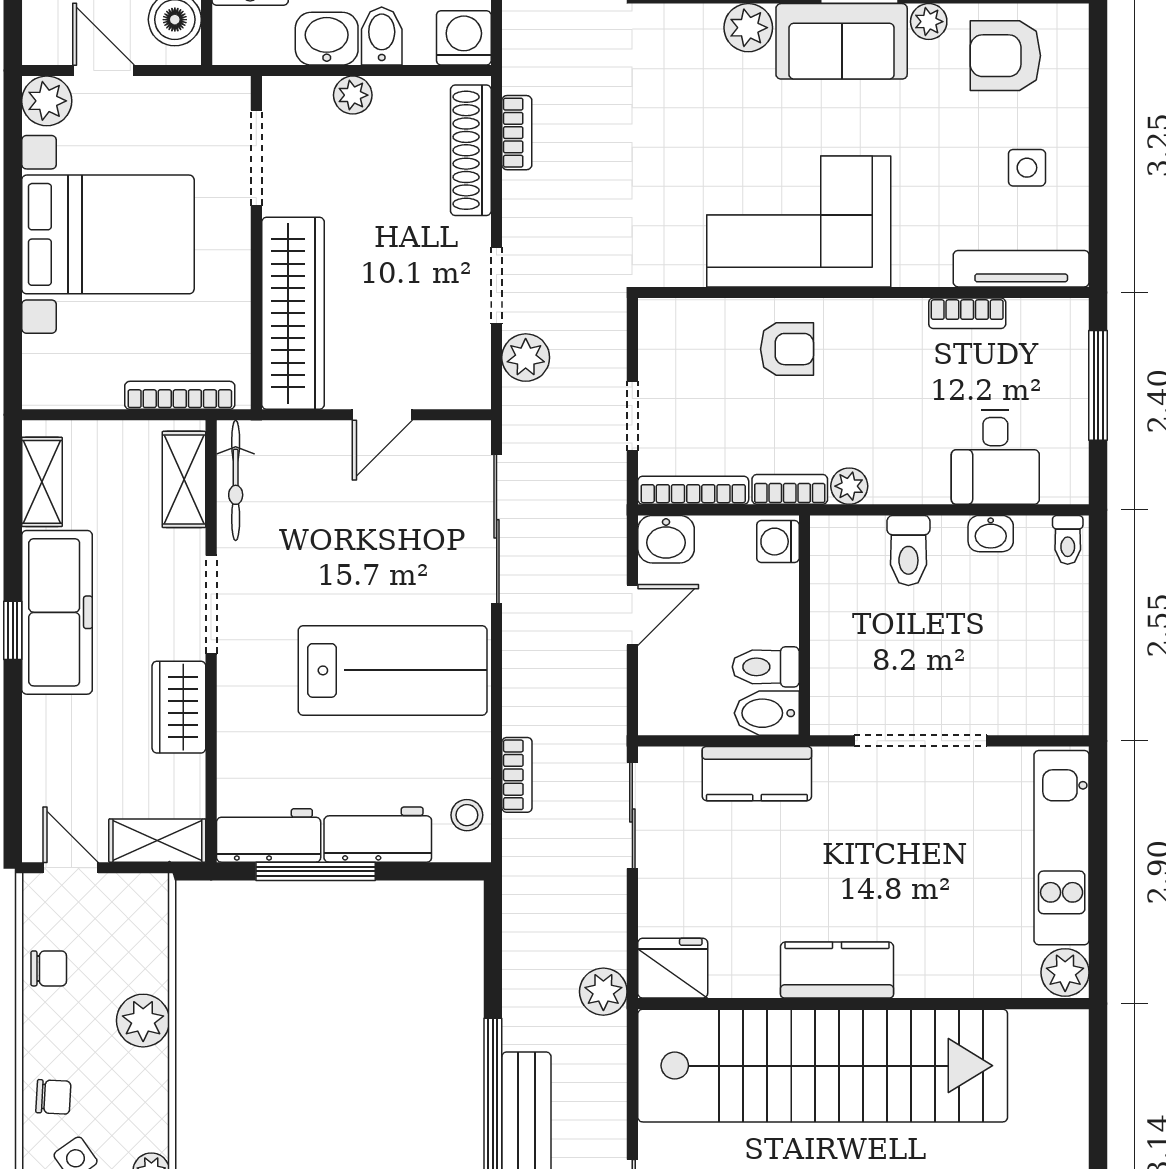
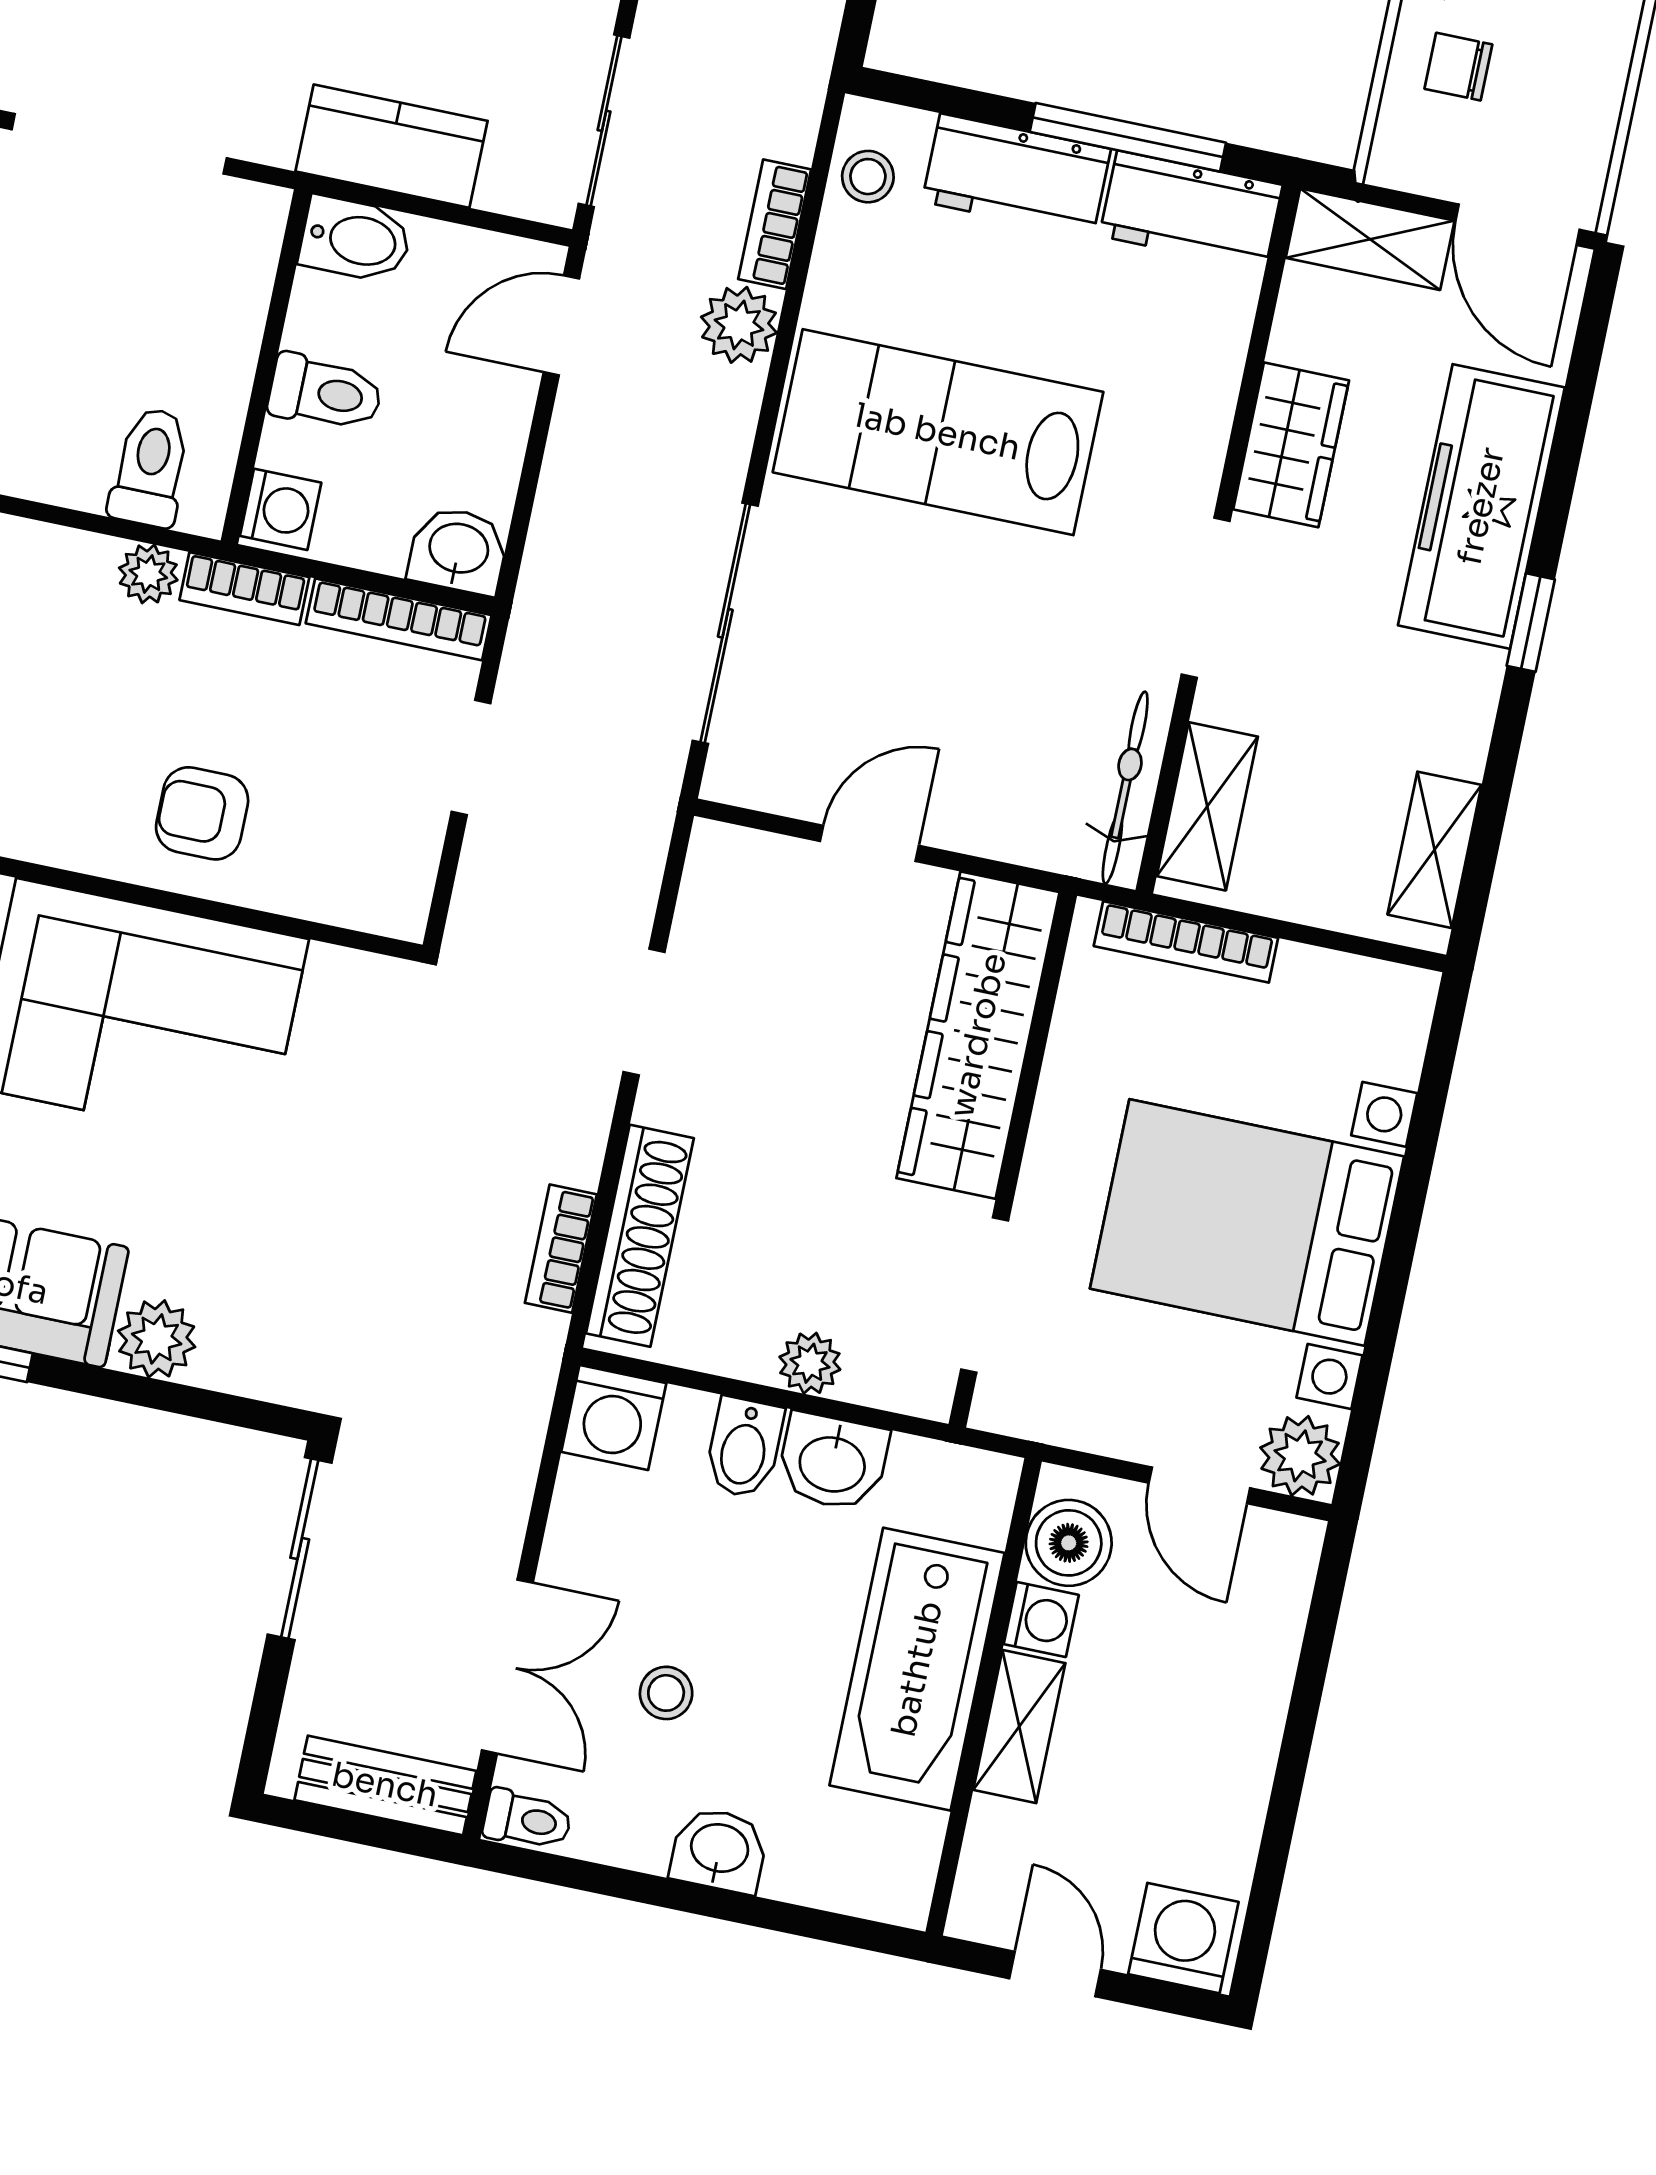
plant: (526, 358) -> (739, 325), moved
toilet: (908, 550) -> (150, 467), moved
freezer: (57, 612) -> (1481, 506), moved
door: (632, 615) -> (561, 325), moved
toilet: (766, 667) -> (325, 393), moved
door: (71, 868) -> (1518, 225), width x1.37
chair: (49, 968) -> (1458, 67), moved

